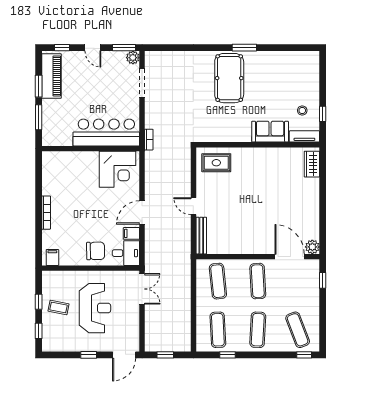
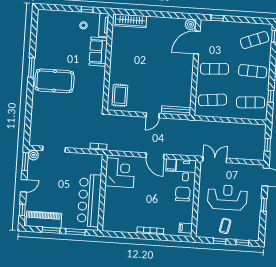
bar counter: (106, 133) -> (89, 200), moved
wardrobe: (312, 164) -> (131, 21), width x1.50

